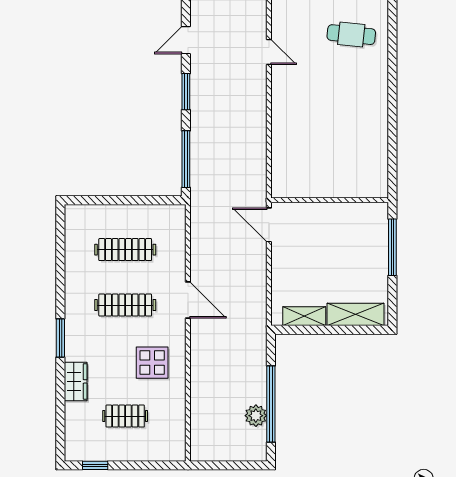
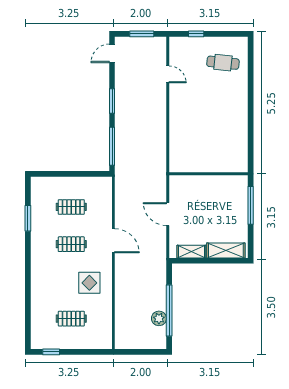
door: (186, 40) -> (112, 53), moved
door: (269, 225) -> (168, 214), moved
clothes rail: (125, 250) -> (71, 207), width x0.73
clothes rail: (125, 305) -> (71, 244), width x0.73
window: (60, 338) -> (28, 218), moved
wardrobe: (76, 381) -> (38, 295), removed

